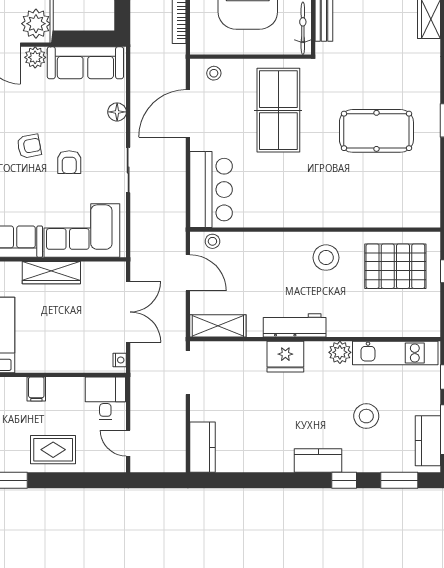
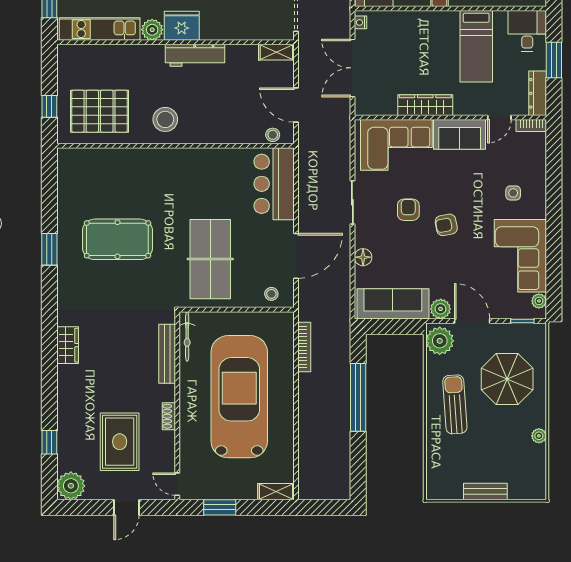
shelving: (218, 326) -> (276, 52), width x0.67, depth x0.75
fridge: (285, 357) -> (182, 26), moved

